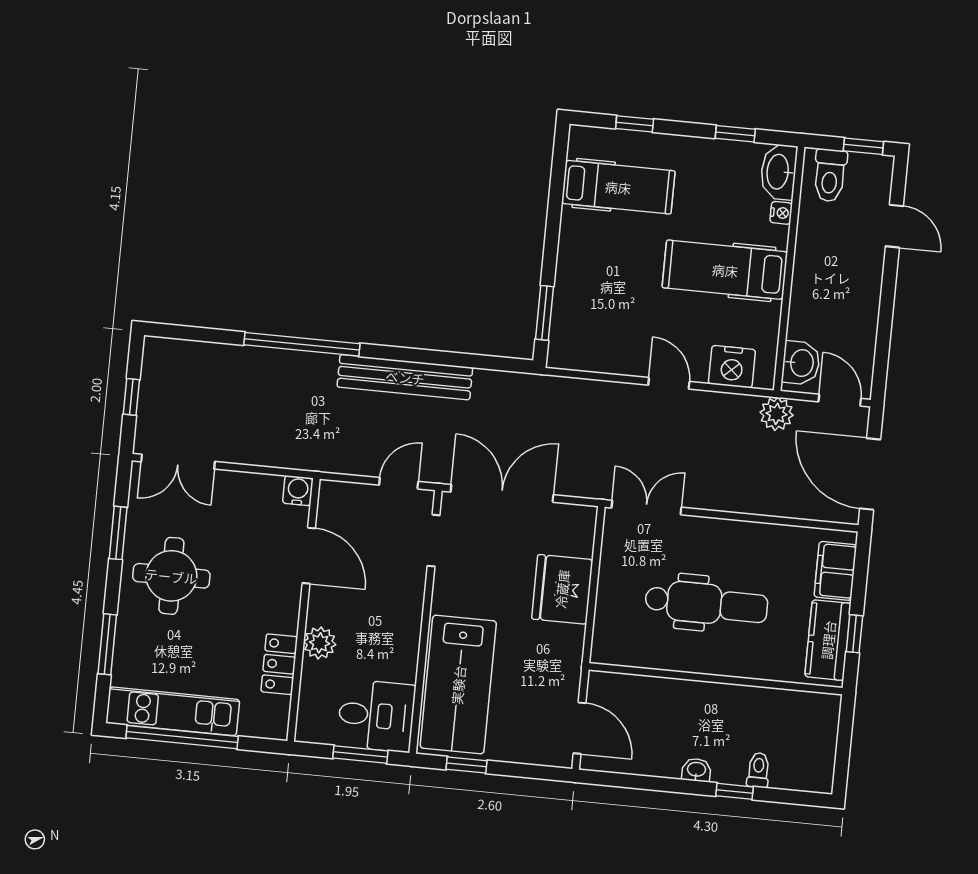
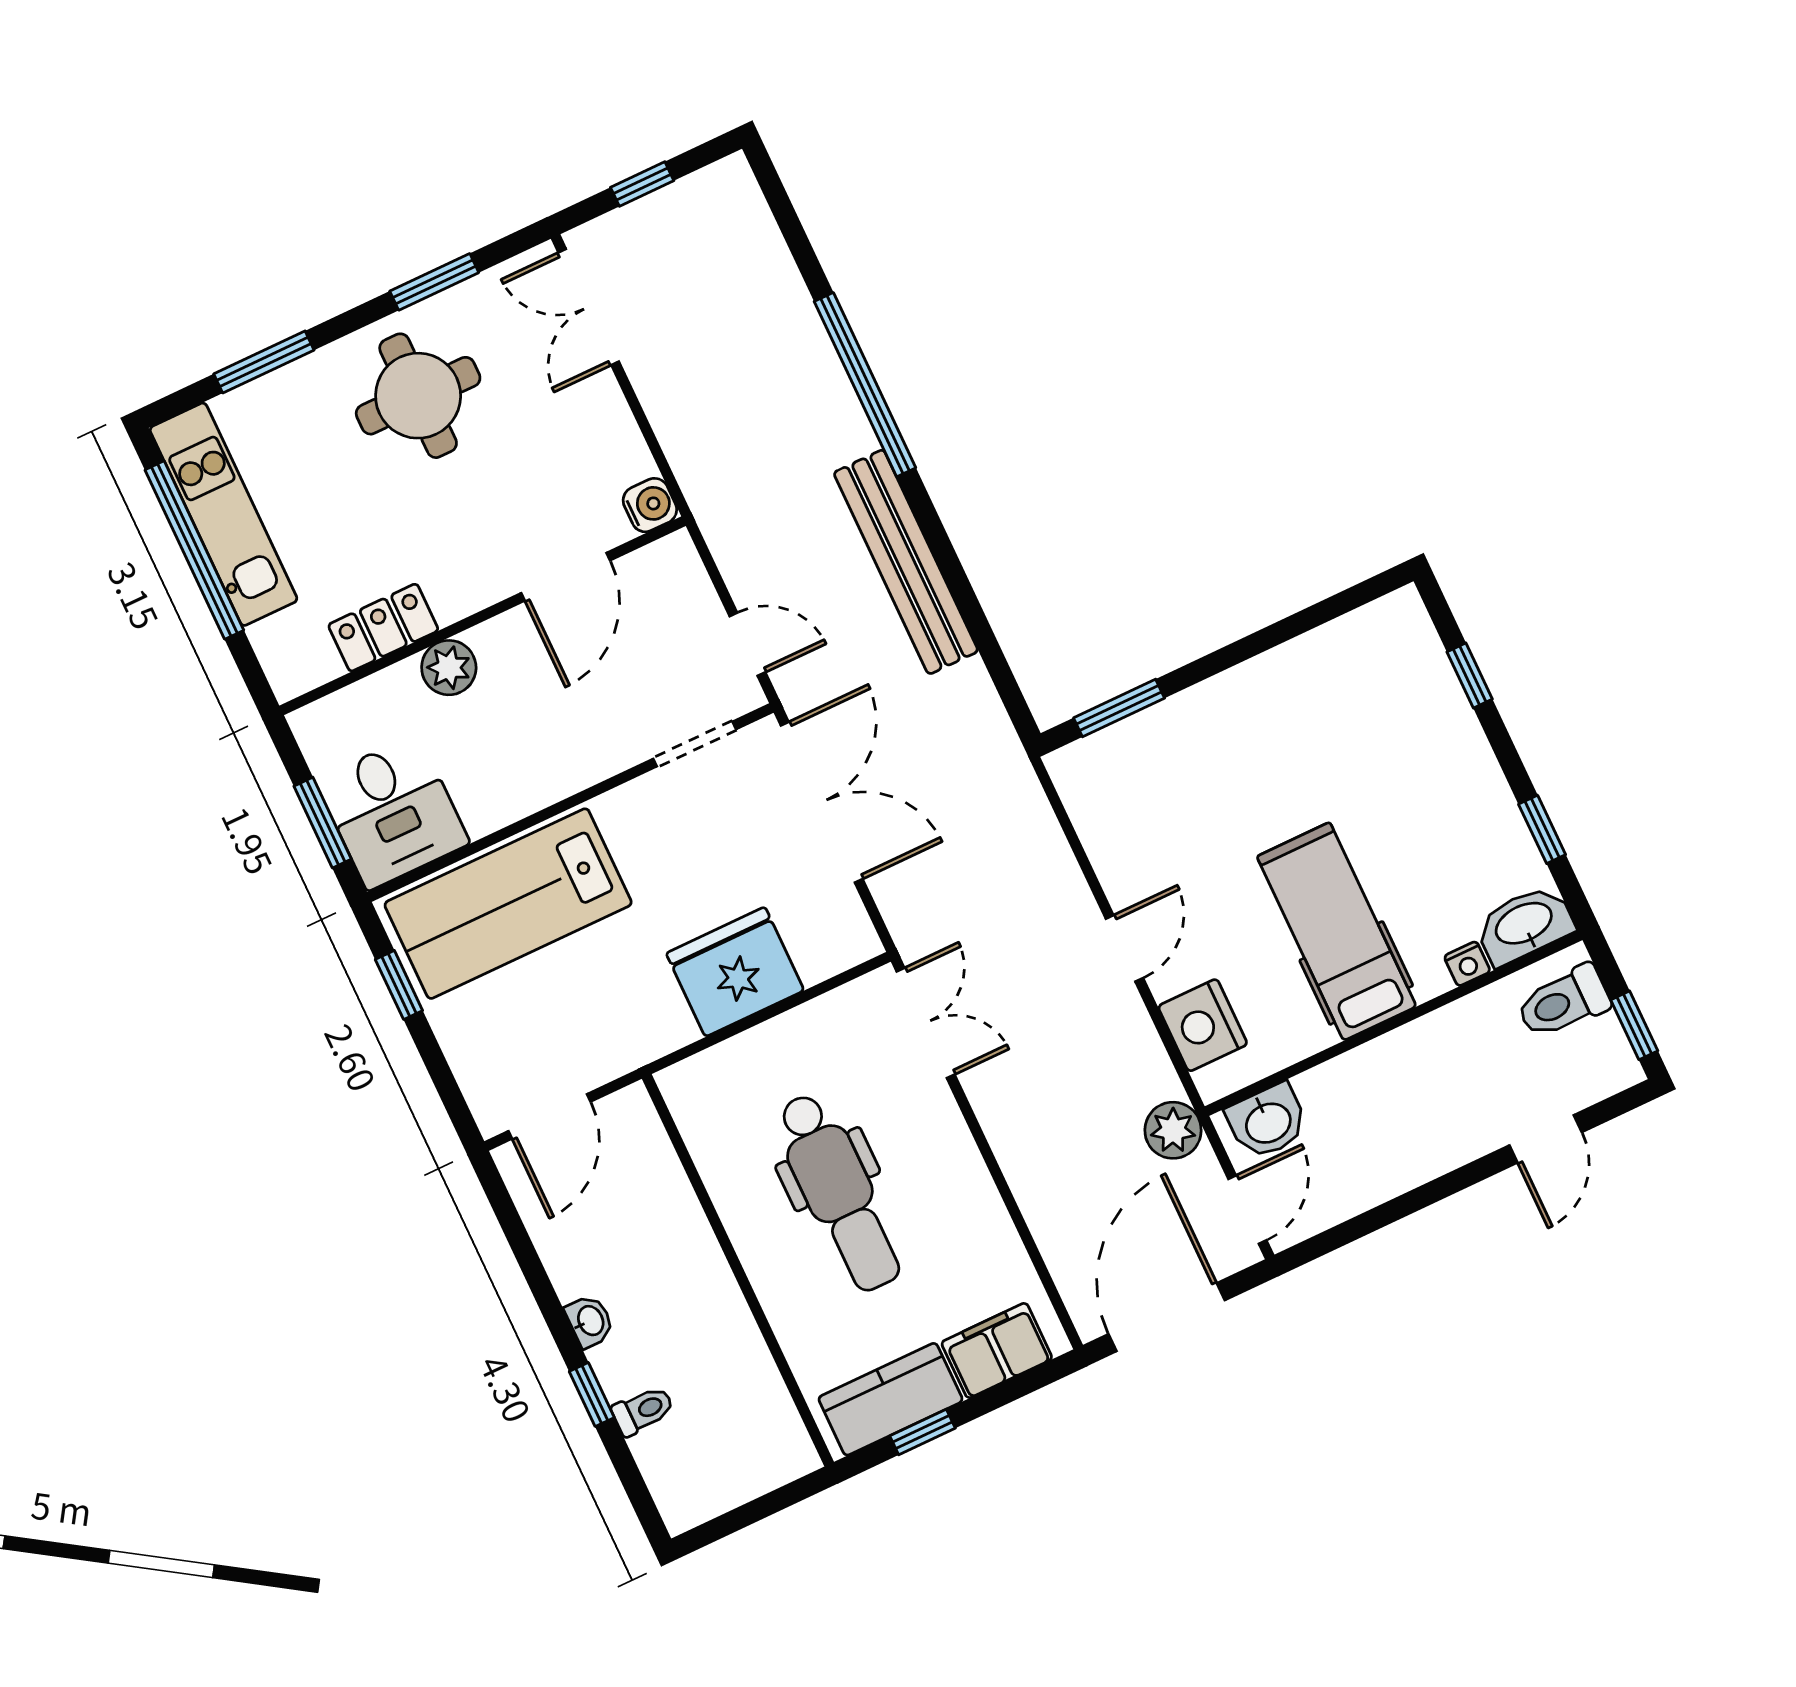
hospital bed: (618, 187) -> (1364, 706), removed

